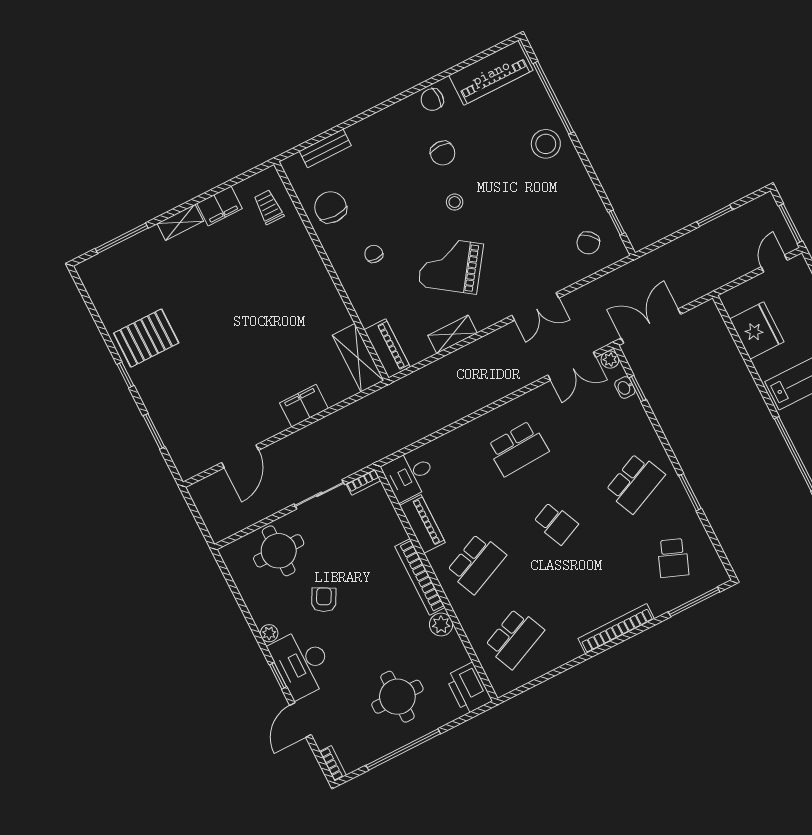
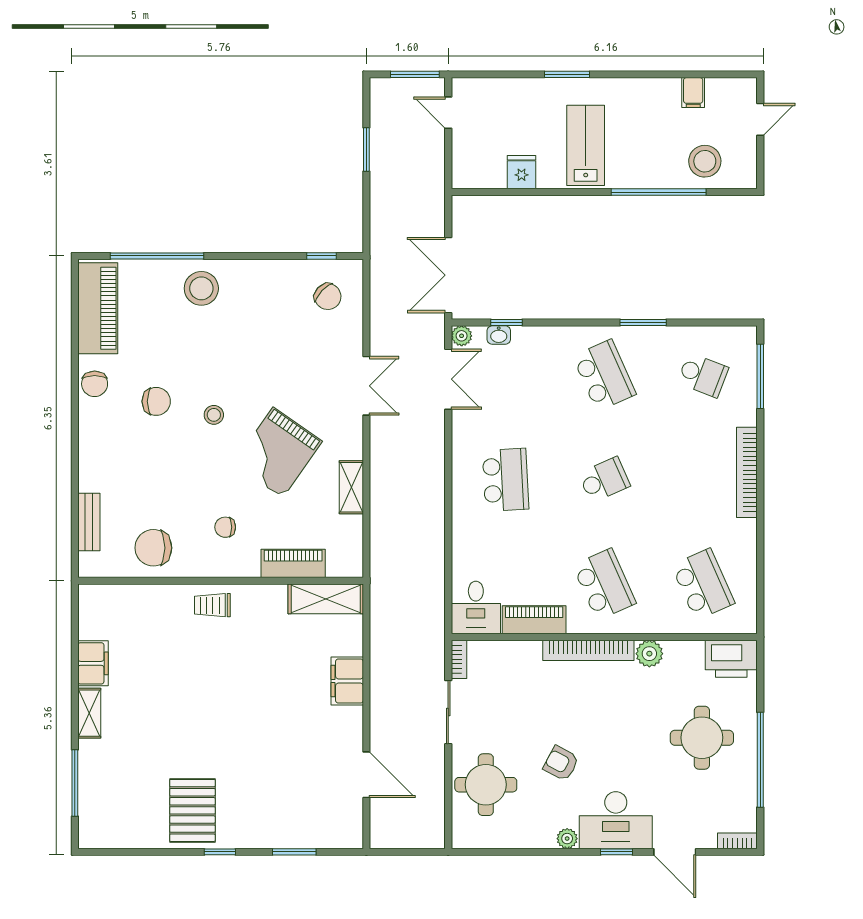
trolley: (269, 207) -> (212, 605), moved
fridge: (757, 330) -> (522, 172), width x0.53, depth x0.75
piano: (387, 348) -> (293, 563), moved

